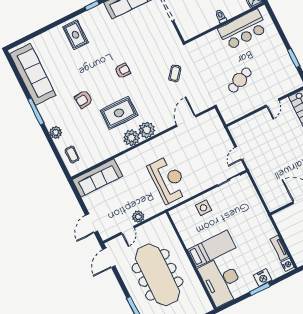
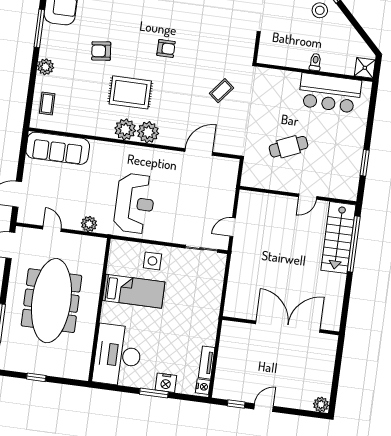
plant: (138, 217) -> (89, 224), moved
door: (128, 230) -> (52, 229), swing flipped
bed: (212, 249) -> (134, 291), moved

